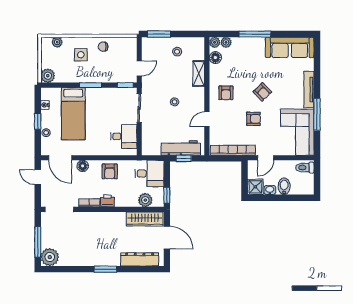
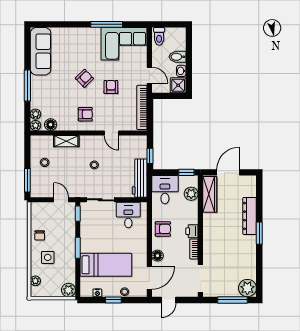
tv unit: (309, 90) -> (82, 32), removed
workbench: (181, 148) -> (140, 178), moved
dresser: (140, 259) -> (250, 216), moved

